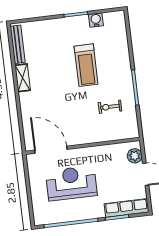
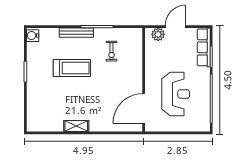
water cooler: (96, 20) -> (33, 36), moved
bench: (18, 44) -> (76, 33), moved
reception desk: (71, 183) -> (176, 94), turned 180

